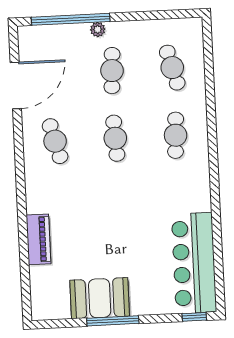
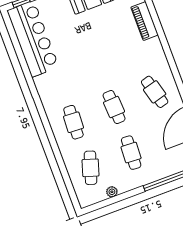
plant: (98, 29) -> (112, 192), moved
cafe table: (172, 68) -> (91, 168), turned 33

